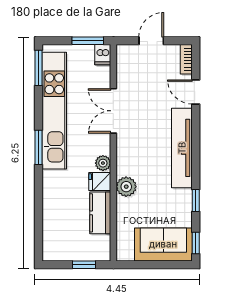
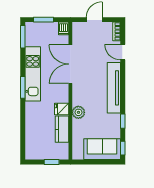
window: (88, 41) -> (44, 20), moved
kitchen unit: (54, 111) -> (33, 74), width x0.73
double door: (113, 111) -> (70, 64), width x1.37
plant: (103, 163) -> (64, 97), removed

